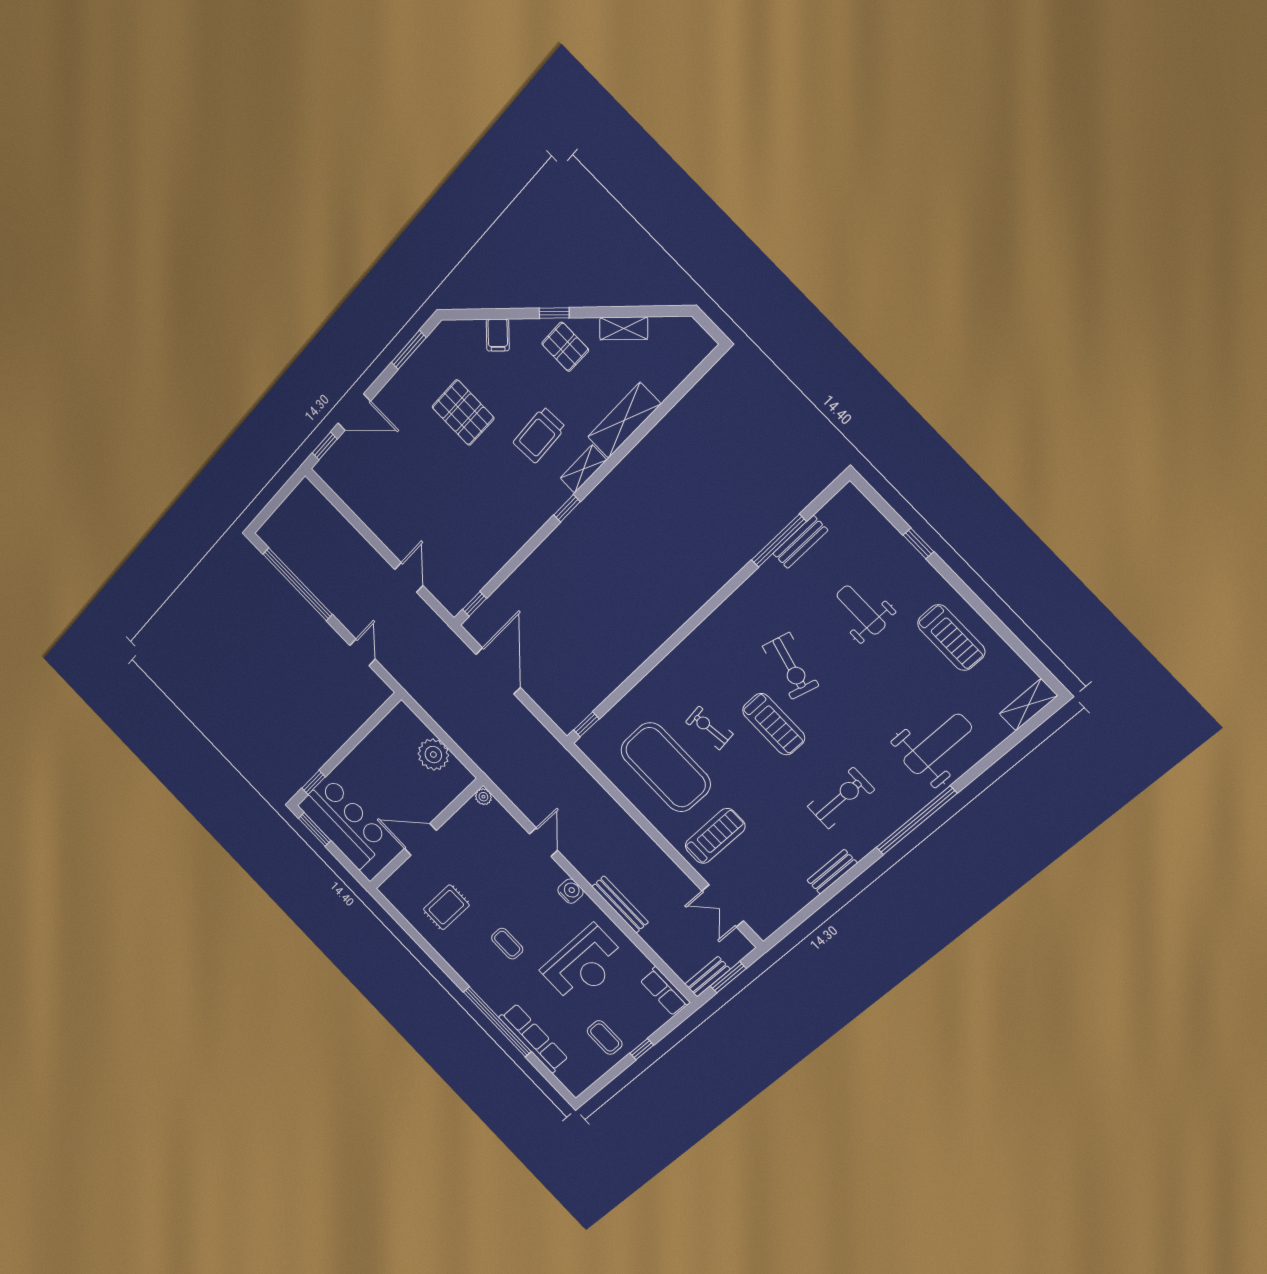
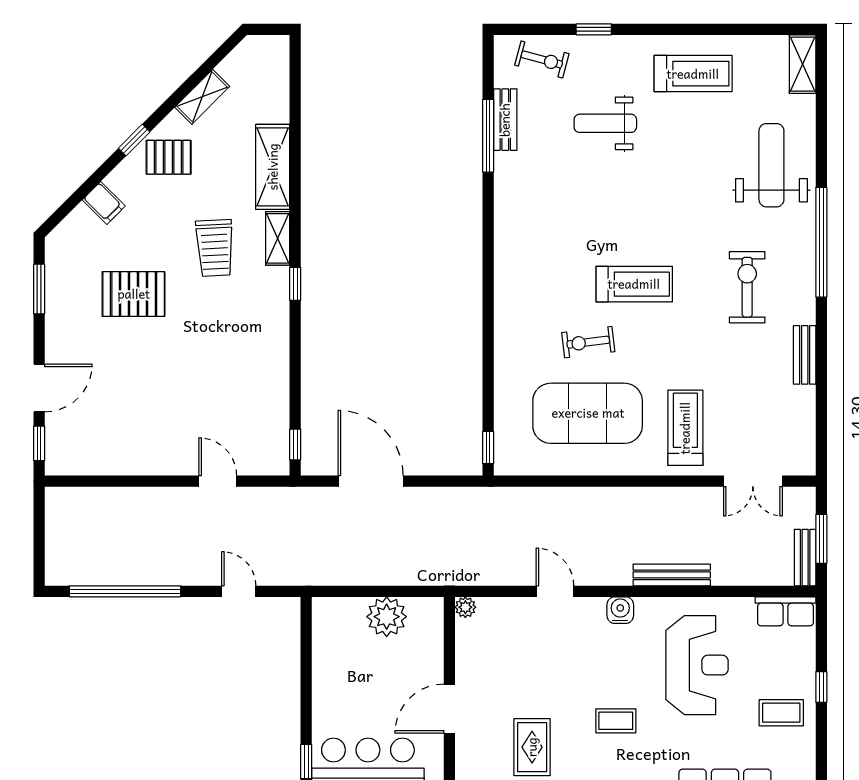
exercise bike: (791, 666) -> (542, 59), moved, width x0.73, depth x0.72

